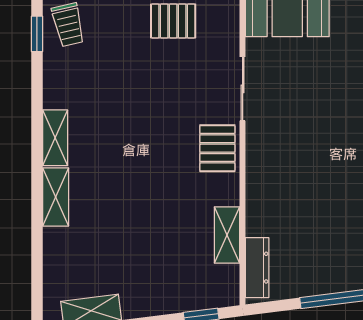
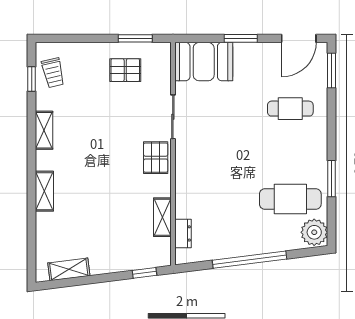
shelving: (55, 138) -> (44, 130), moved
dresser: (257, 268) -> (183, 233), width x0.70

